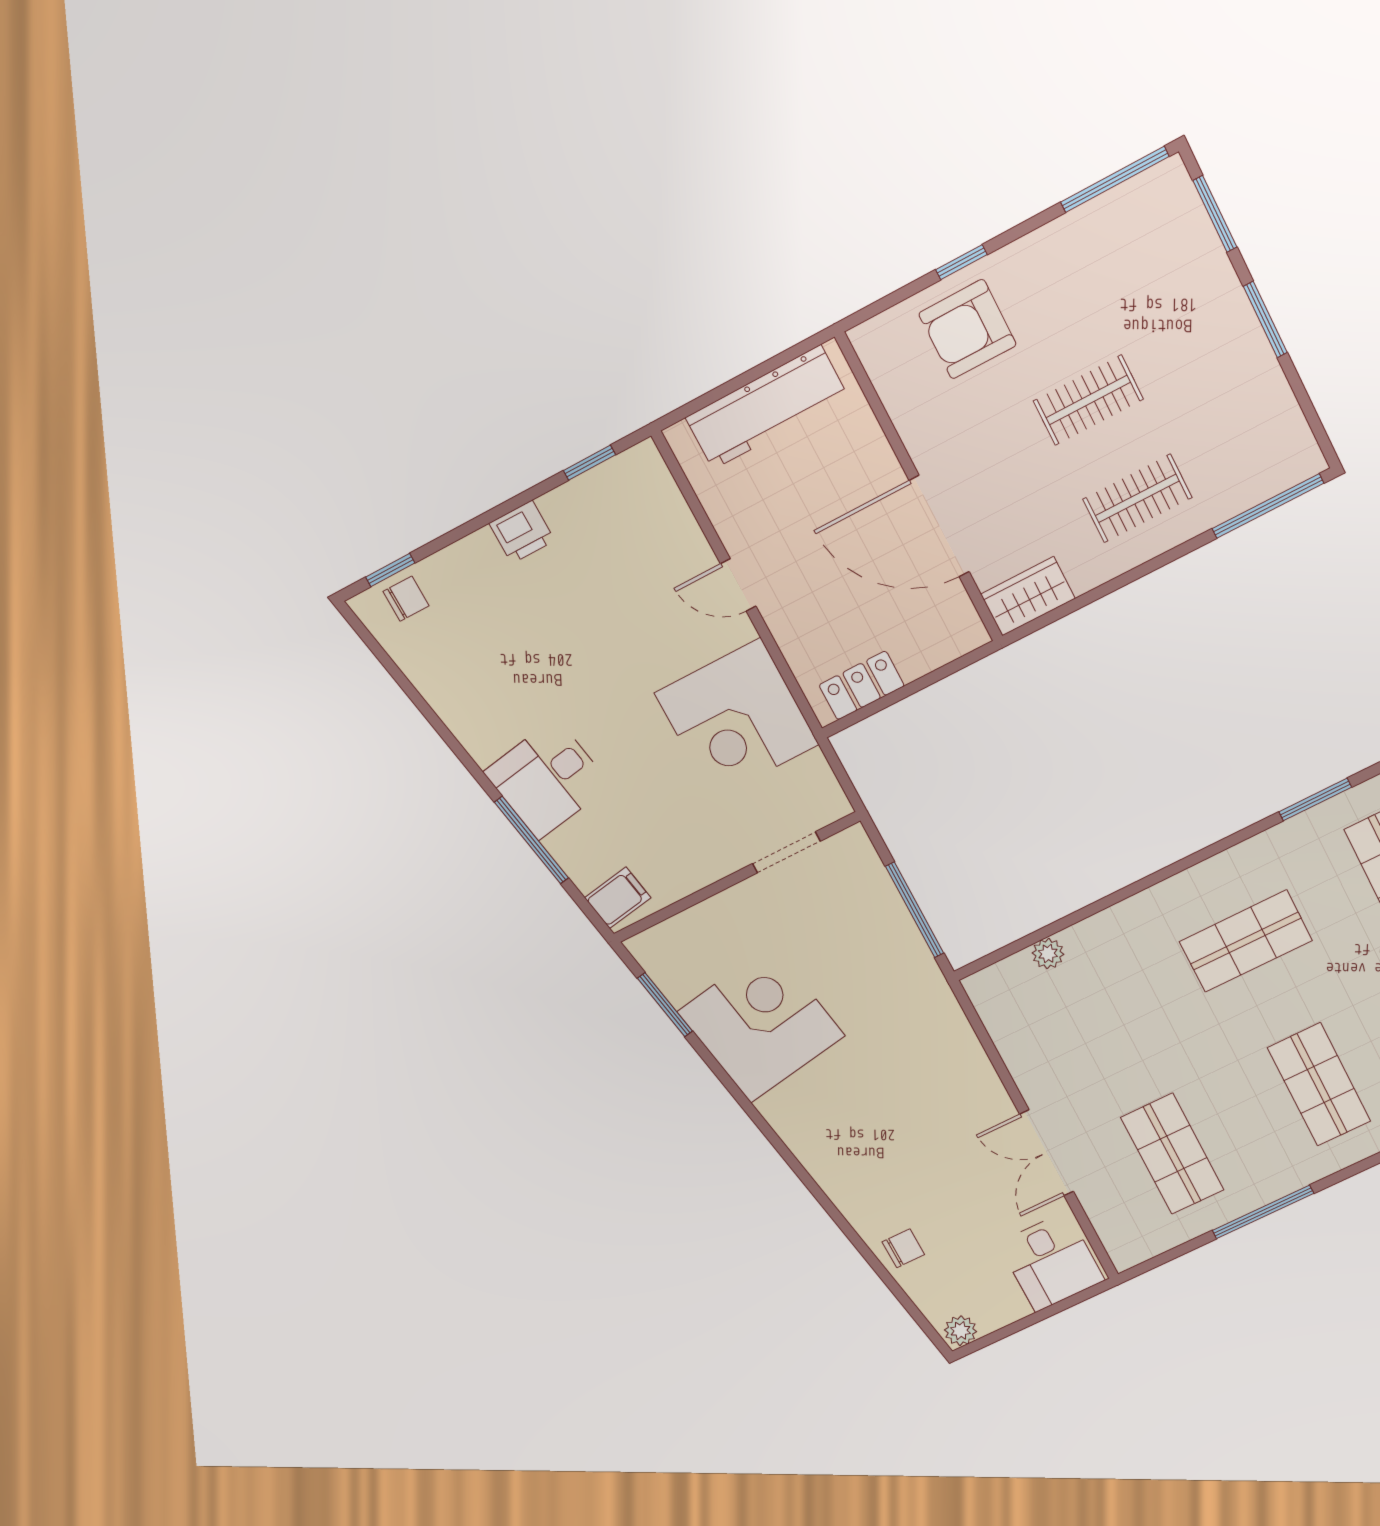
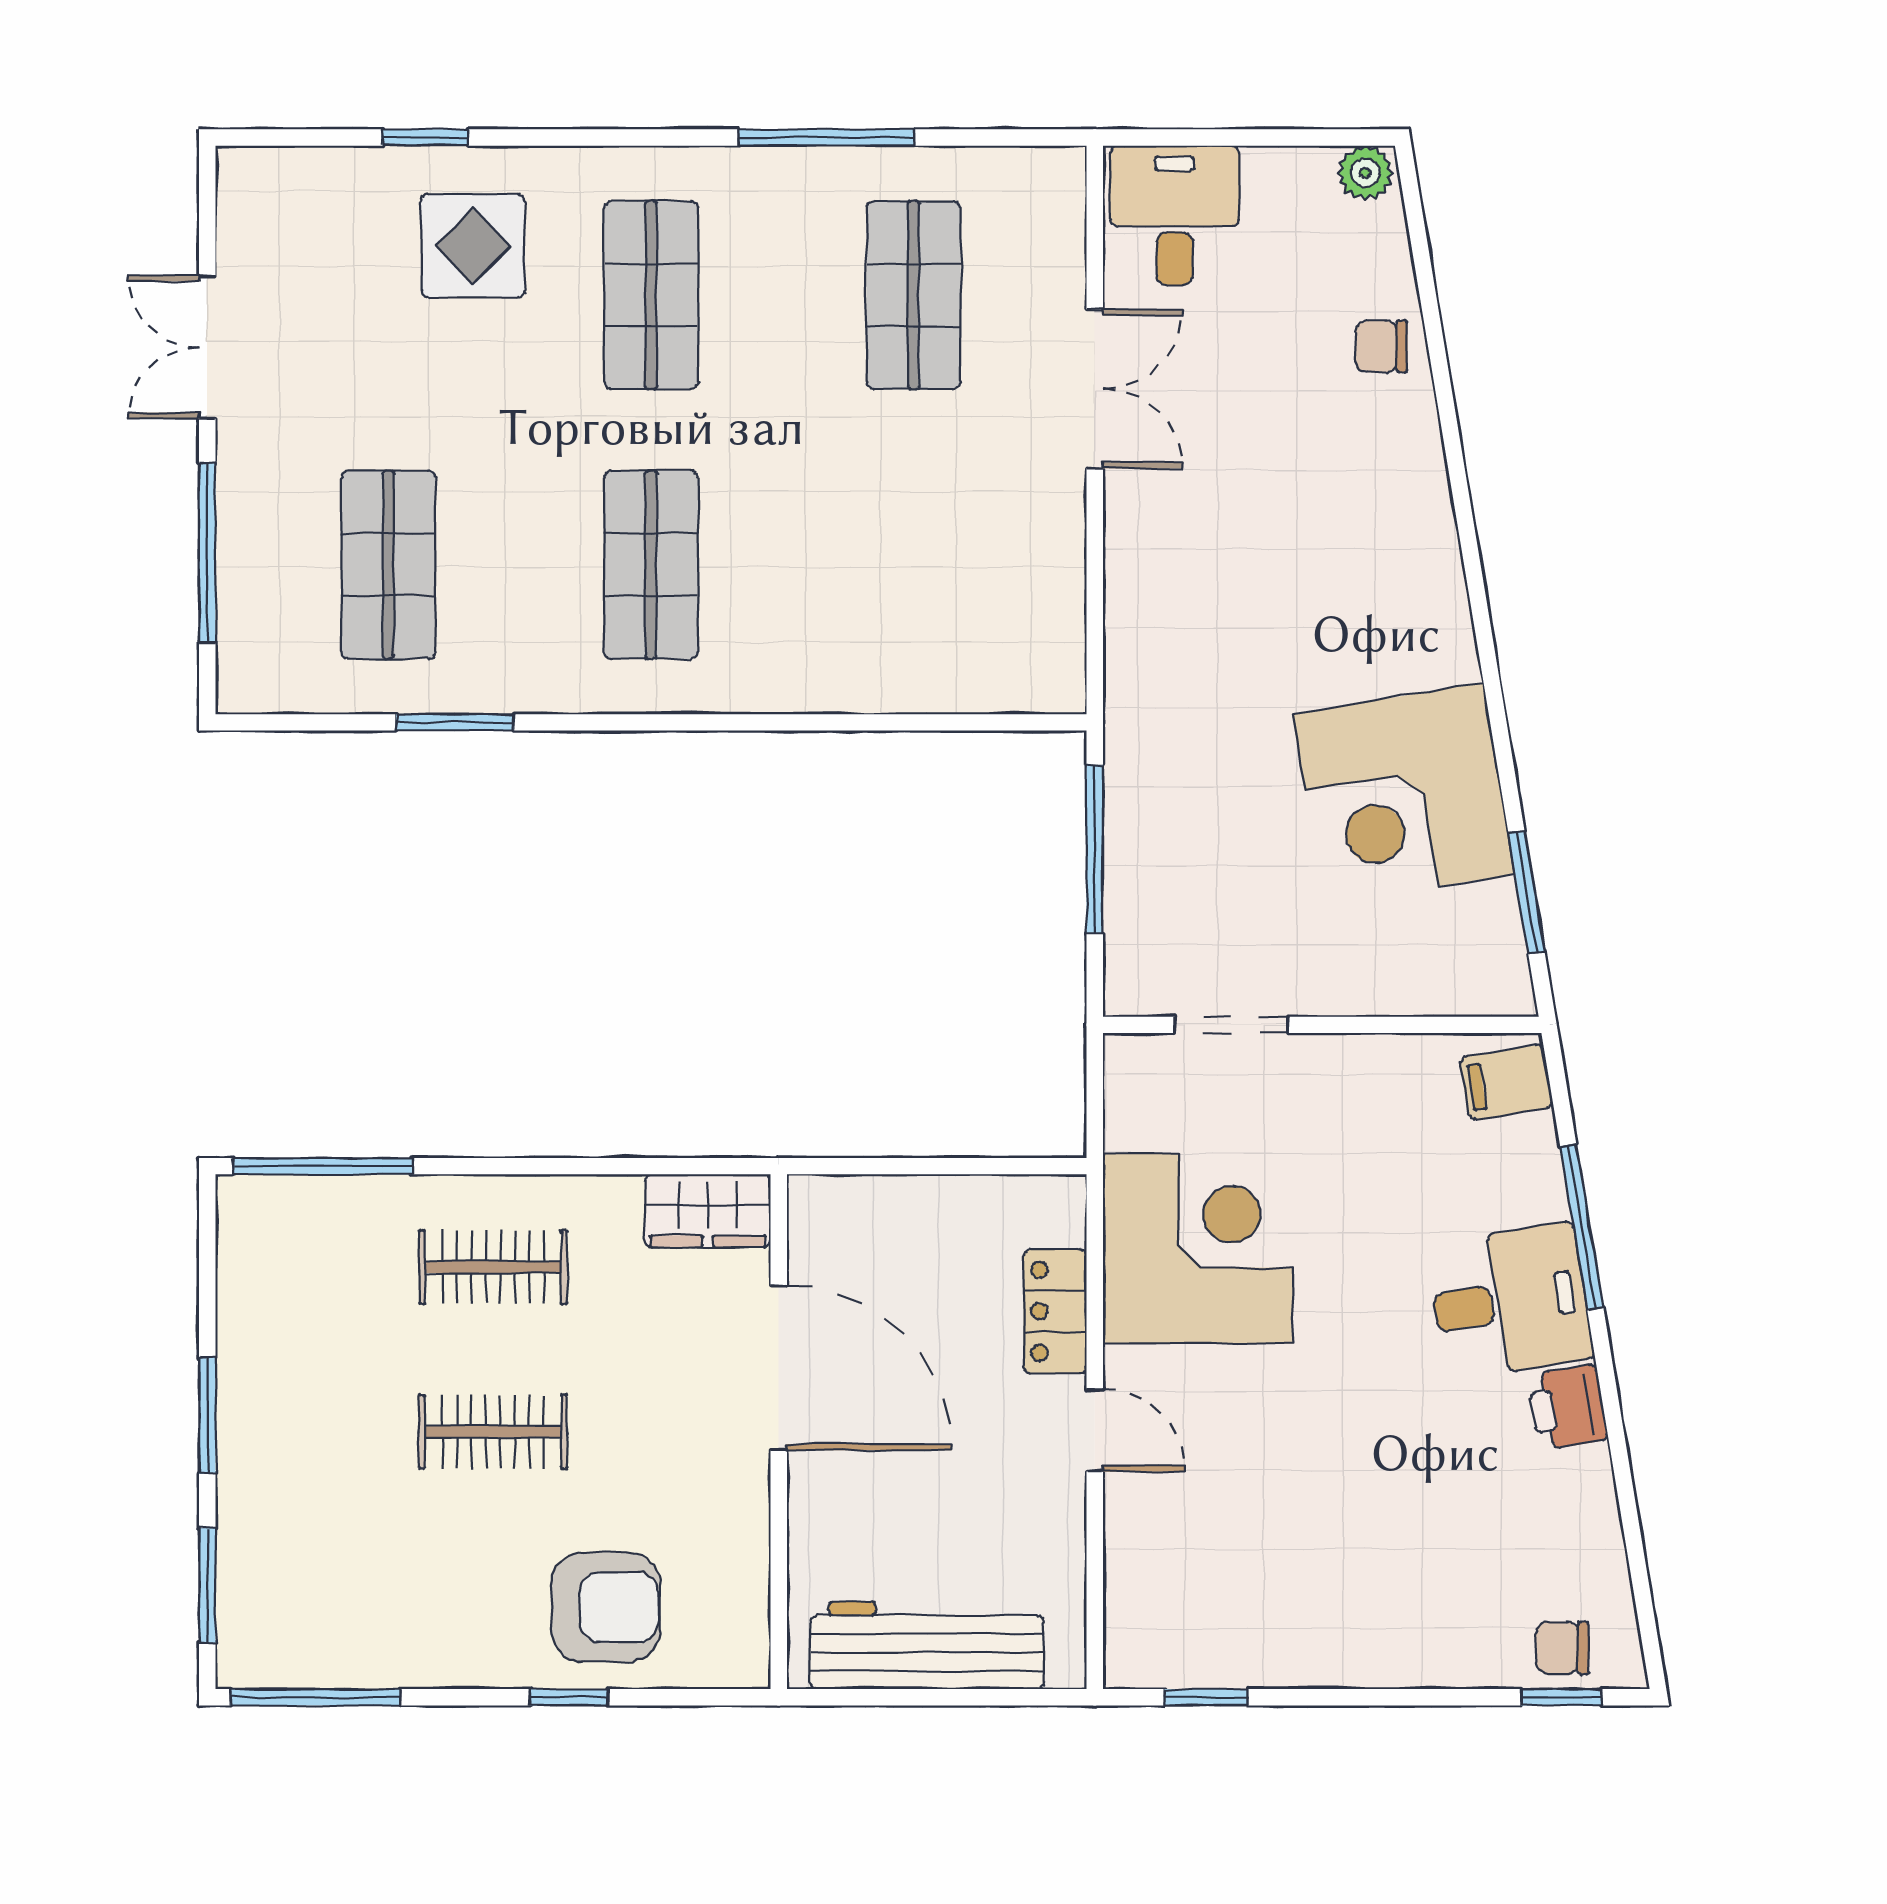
printer: (522, 532) -> (1568, 1407), moved, turned -99
locker: (862, 685) -> (1055, 1311), moved, turned 90
shop shelf: (1246, 941) -> (651, 565), turned 90
plant: (1048, 954) -> (939, 689), removed

